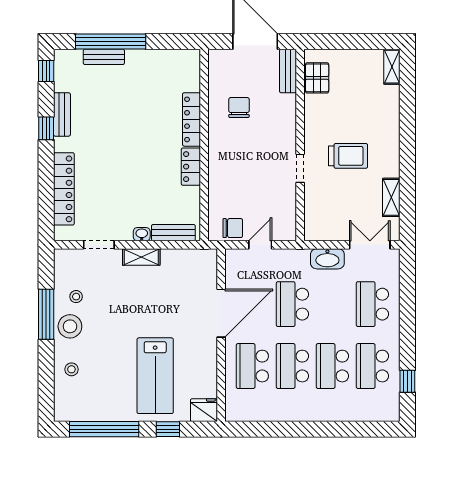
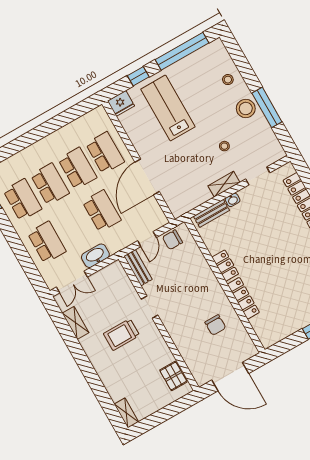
bench: (288, 71) -> (138, 268), moved
stool: (76, 297) -> (224, 146), moved

